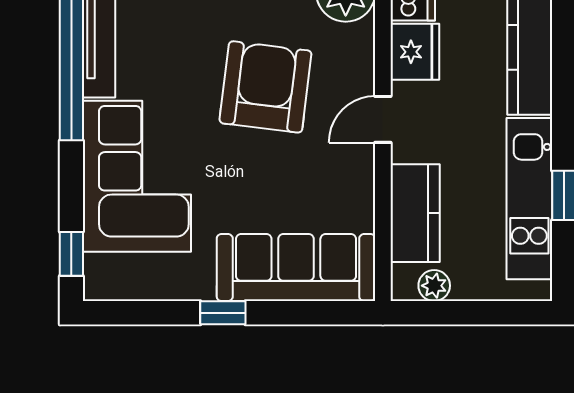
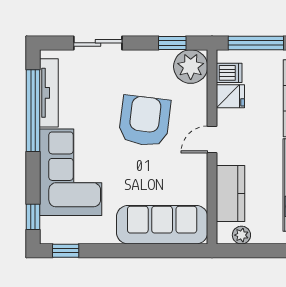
fridge: (415, 52) -> (230, 96), width x0.72
window: (223, 313) -> (66, 251), moved

